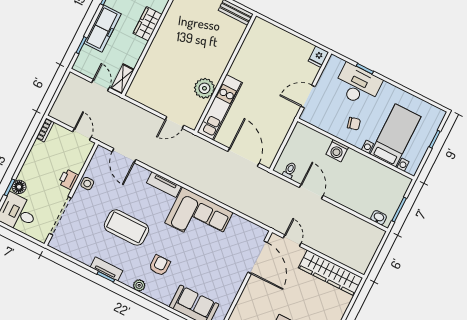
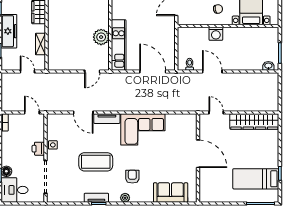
shelving: (122, 79) -> (41, 44), moved
door: (124, 156) -> (83, 112), moved
door: (258, 257) -> (198, 154), moved

